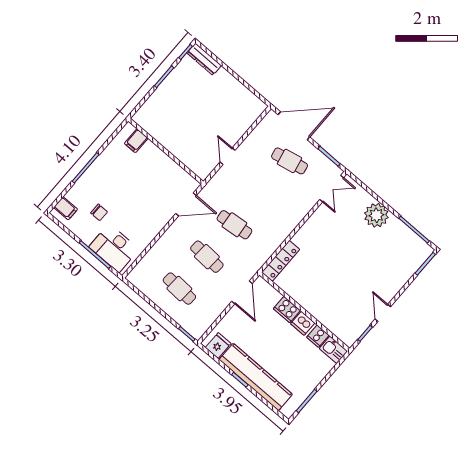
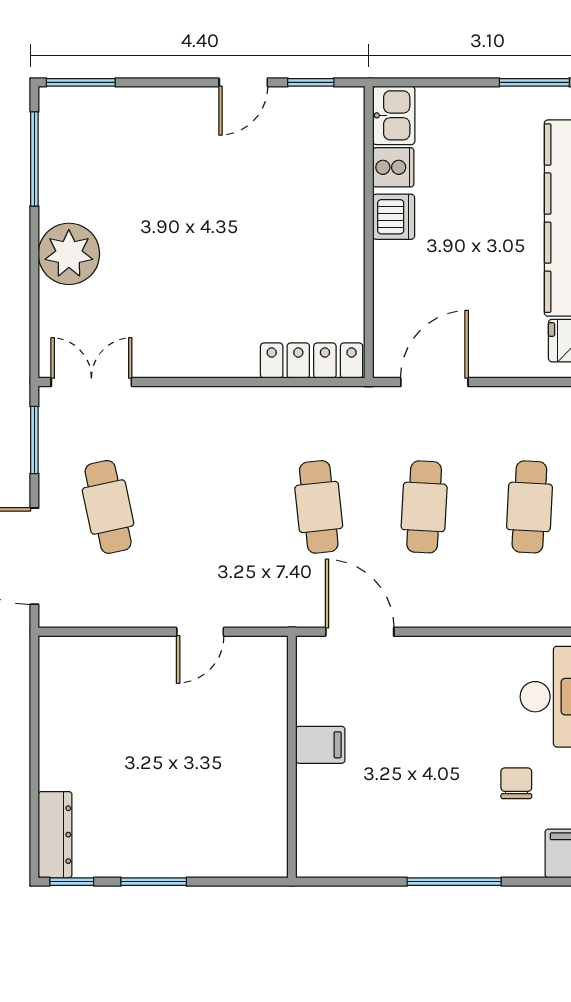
filing cabinet: (136, 141) -> (320, 745), moved
cooker: (287, 309) -> (393, 269), removed

